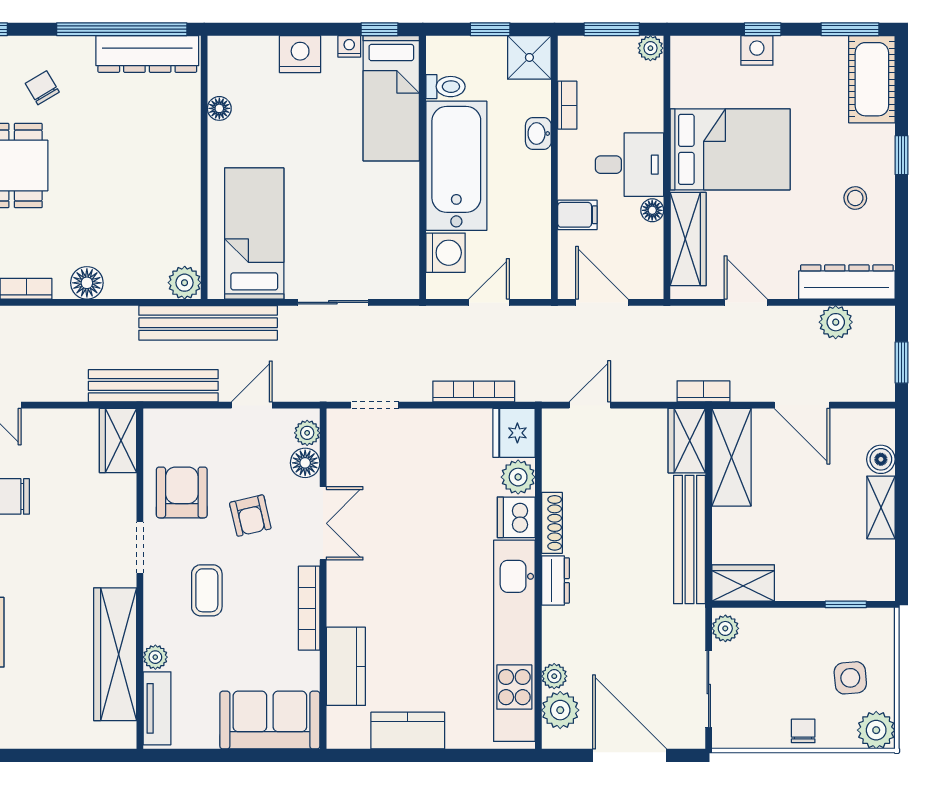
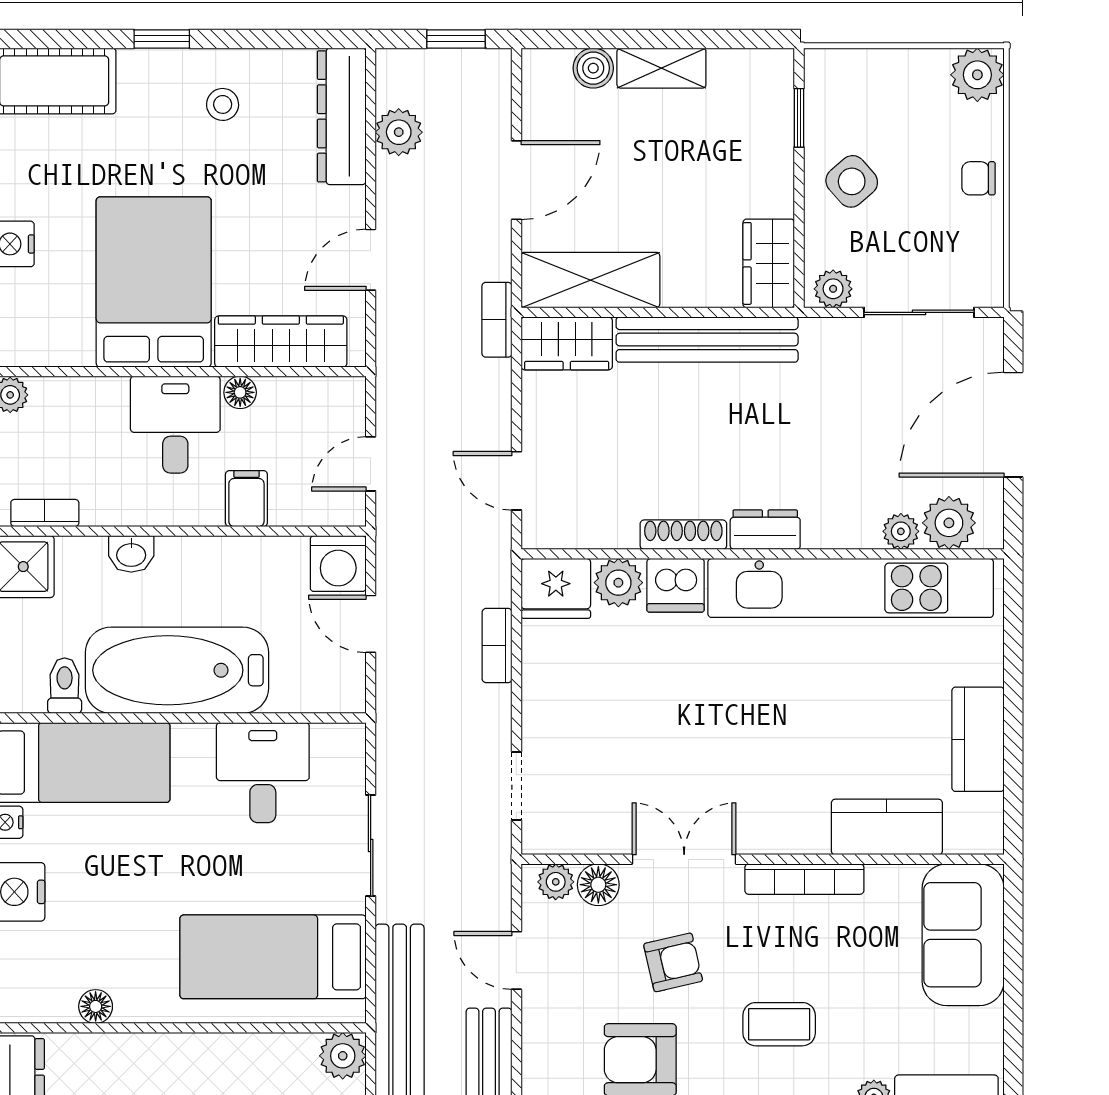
bookcase: (567, 105) -> (45, 513), moved
desk: (384, 226) -> (263, 773), added
washing machine: (446, 253) -> (338, 564), moved, turned 180
door: (602, 302) -> (371, 464), width x0.73
bookcase: (474, 391) -> (497, 646), width x0.64
side table: (850, 678) -> (852, 181), moved, turned -36

